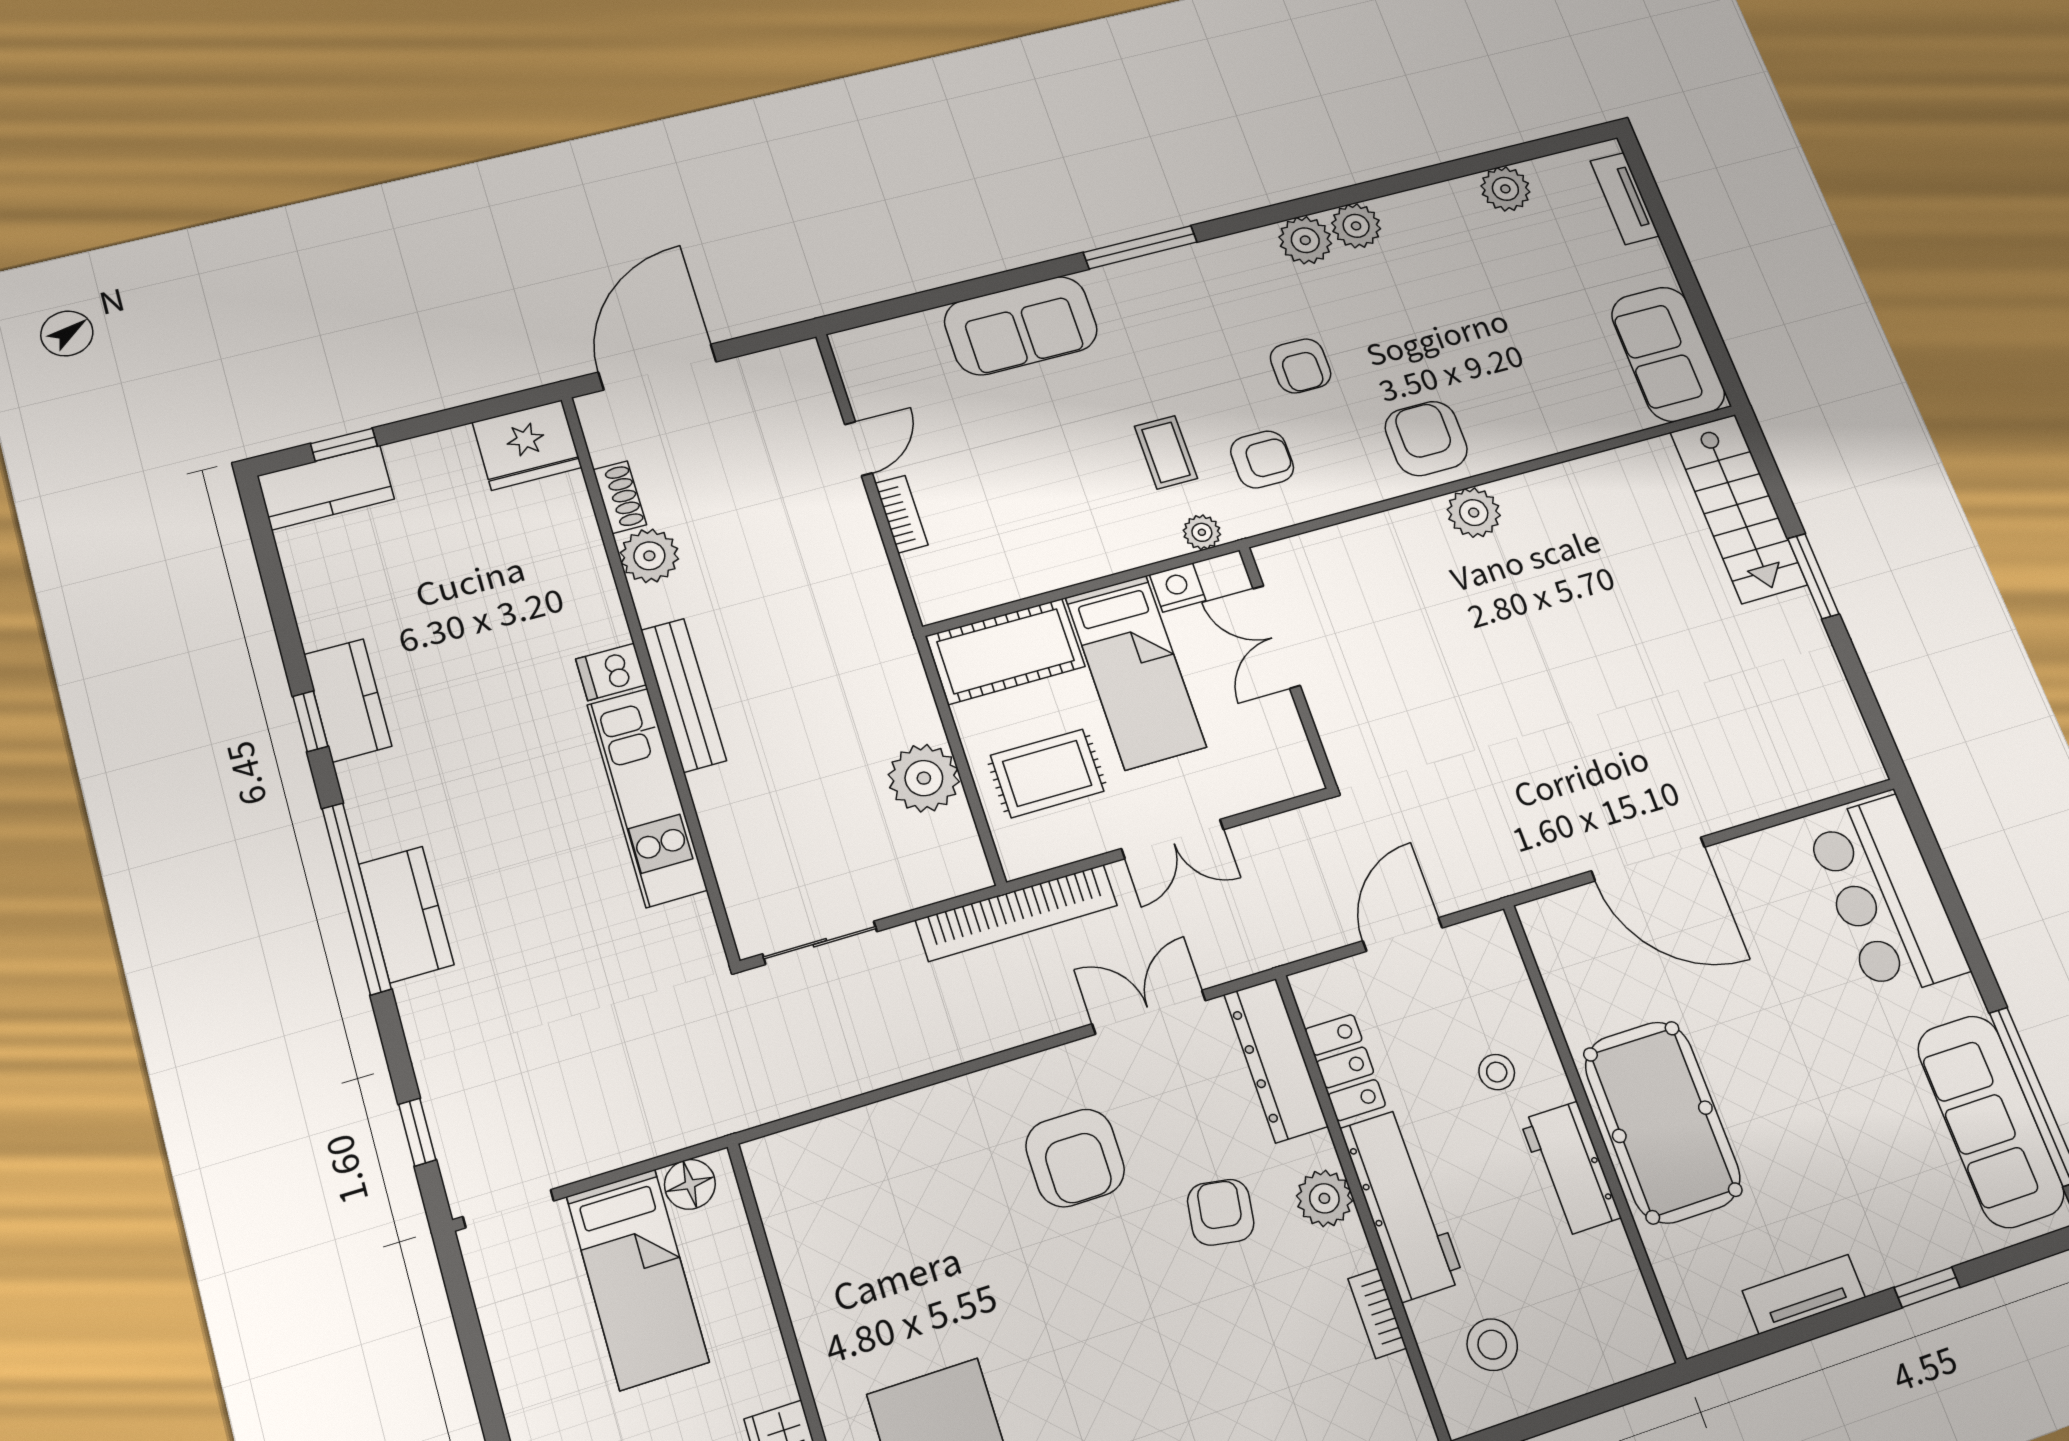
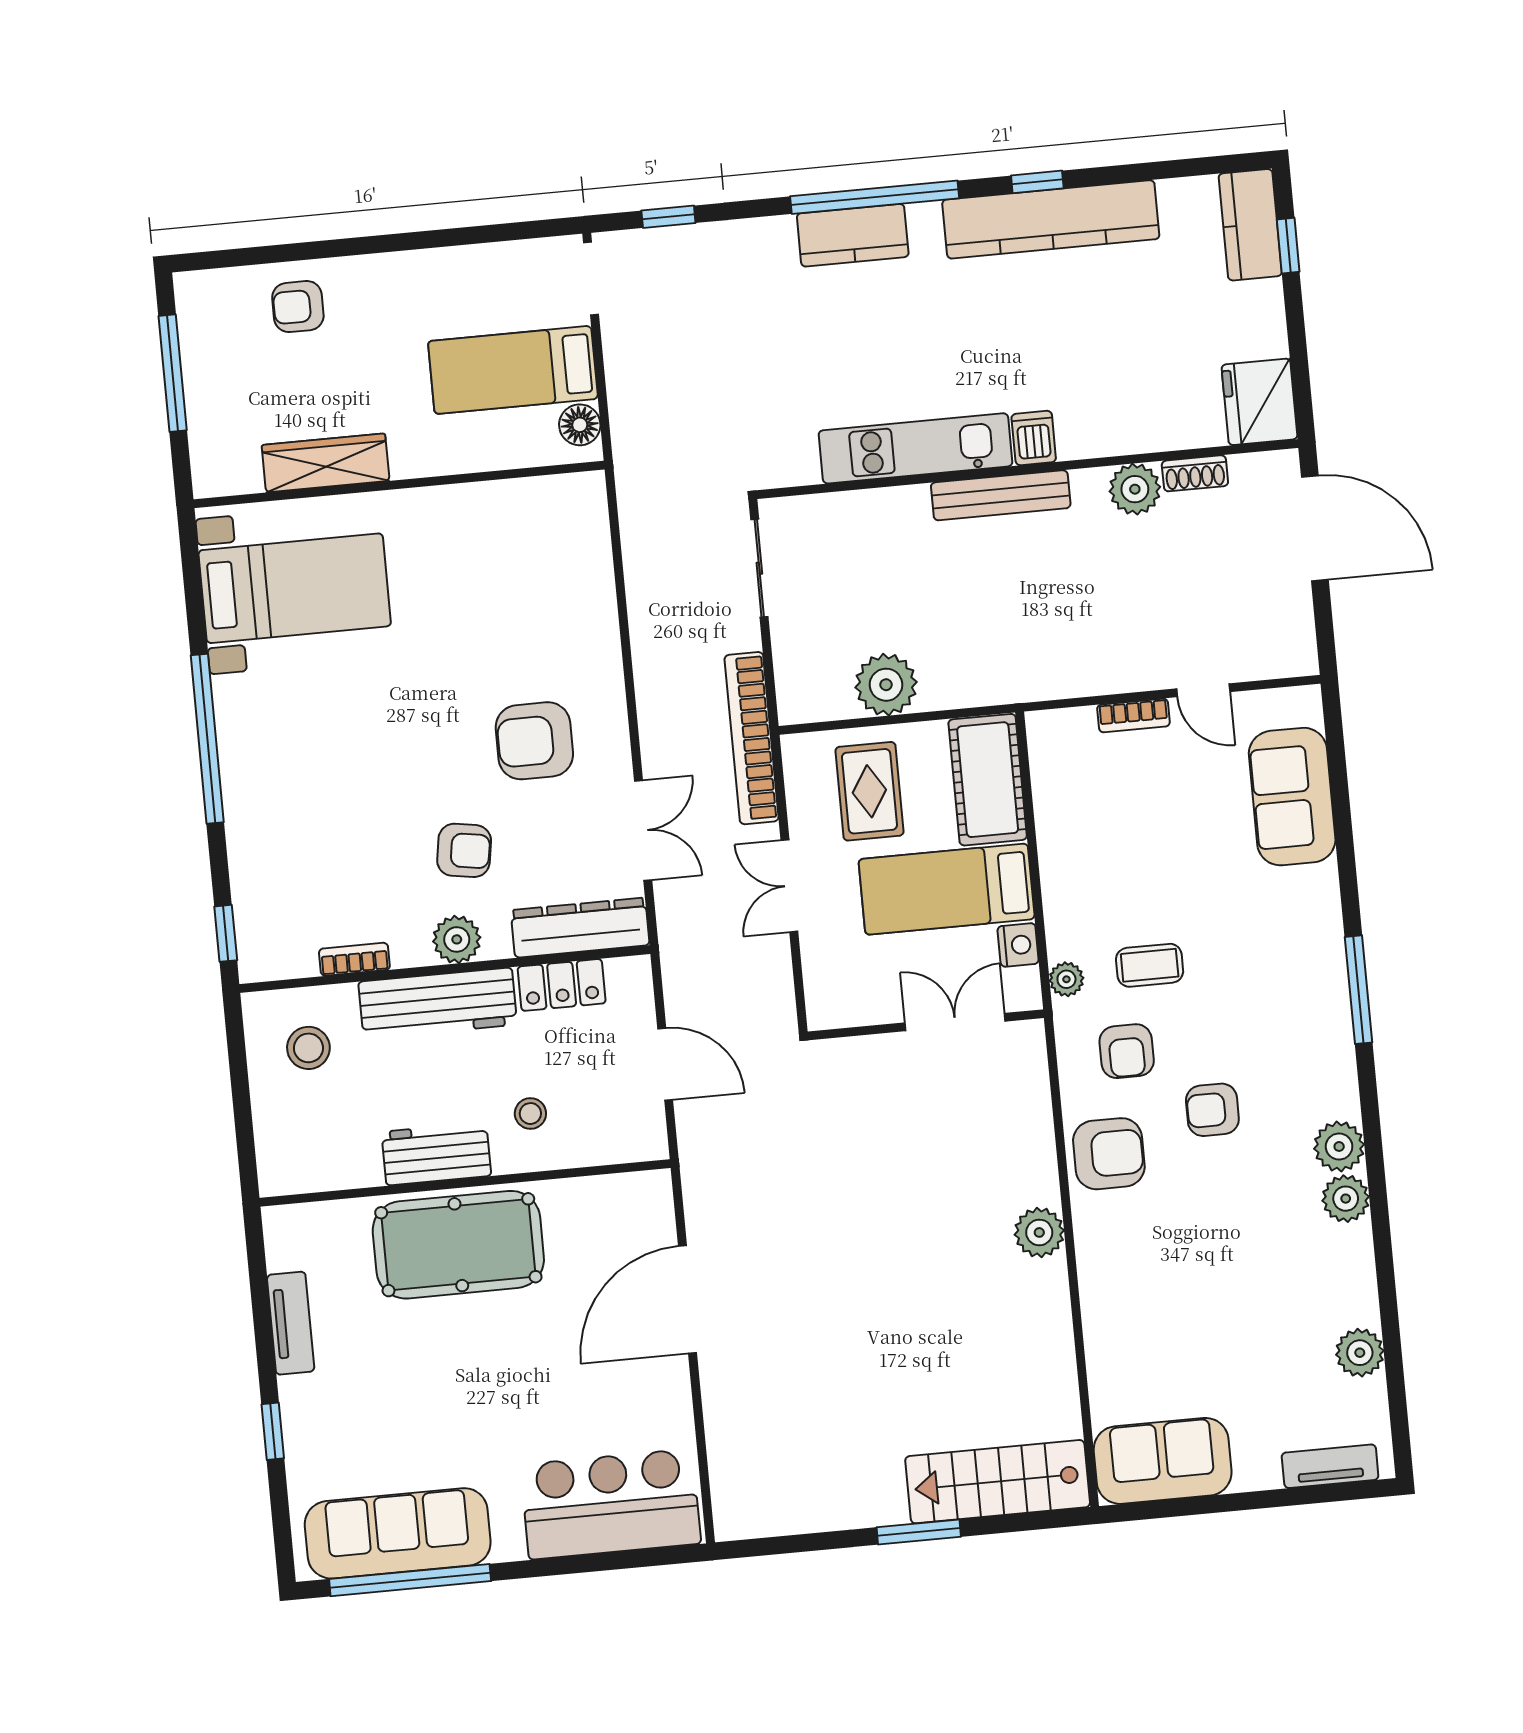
sofa: (1021, 326) -> (1292, 797), moved
armchair: (1426, 439) -> (1109, 1154), moved
kitchen counter: (348, 700) -> (1051, 219), width x2.08, depth x1.17

